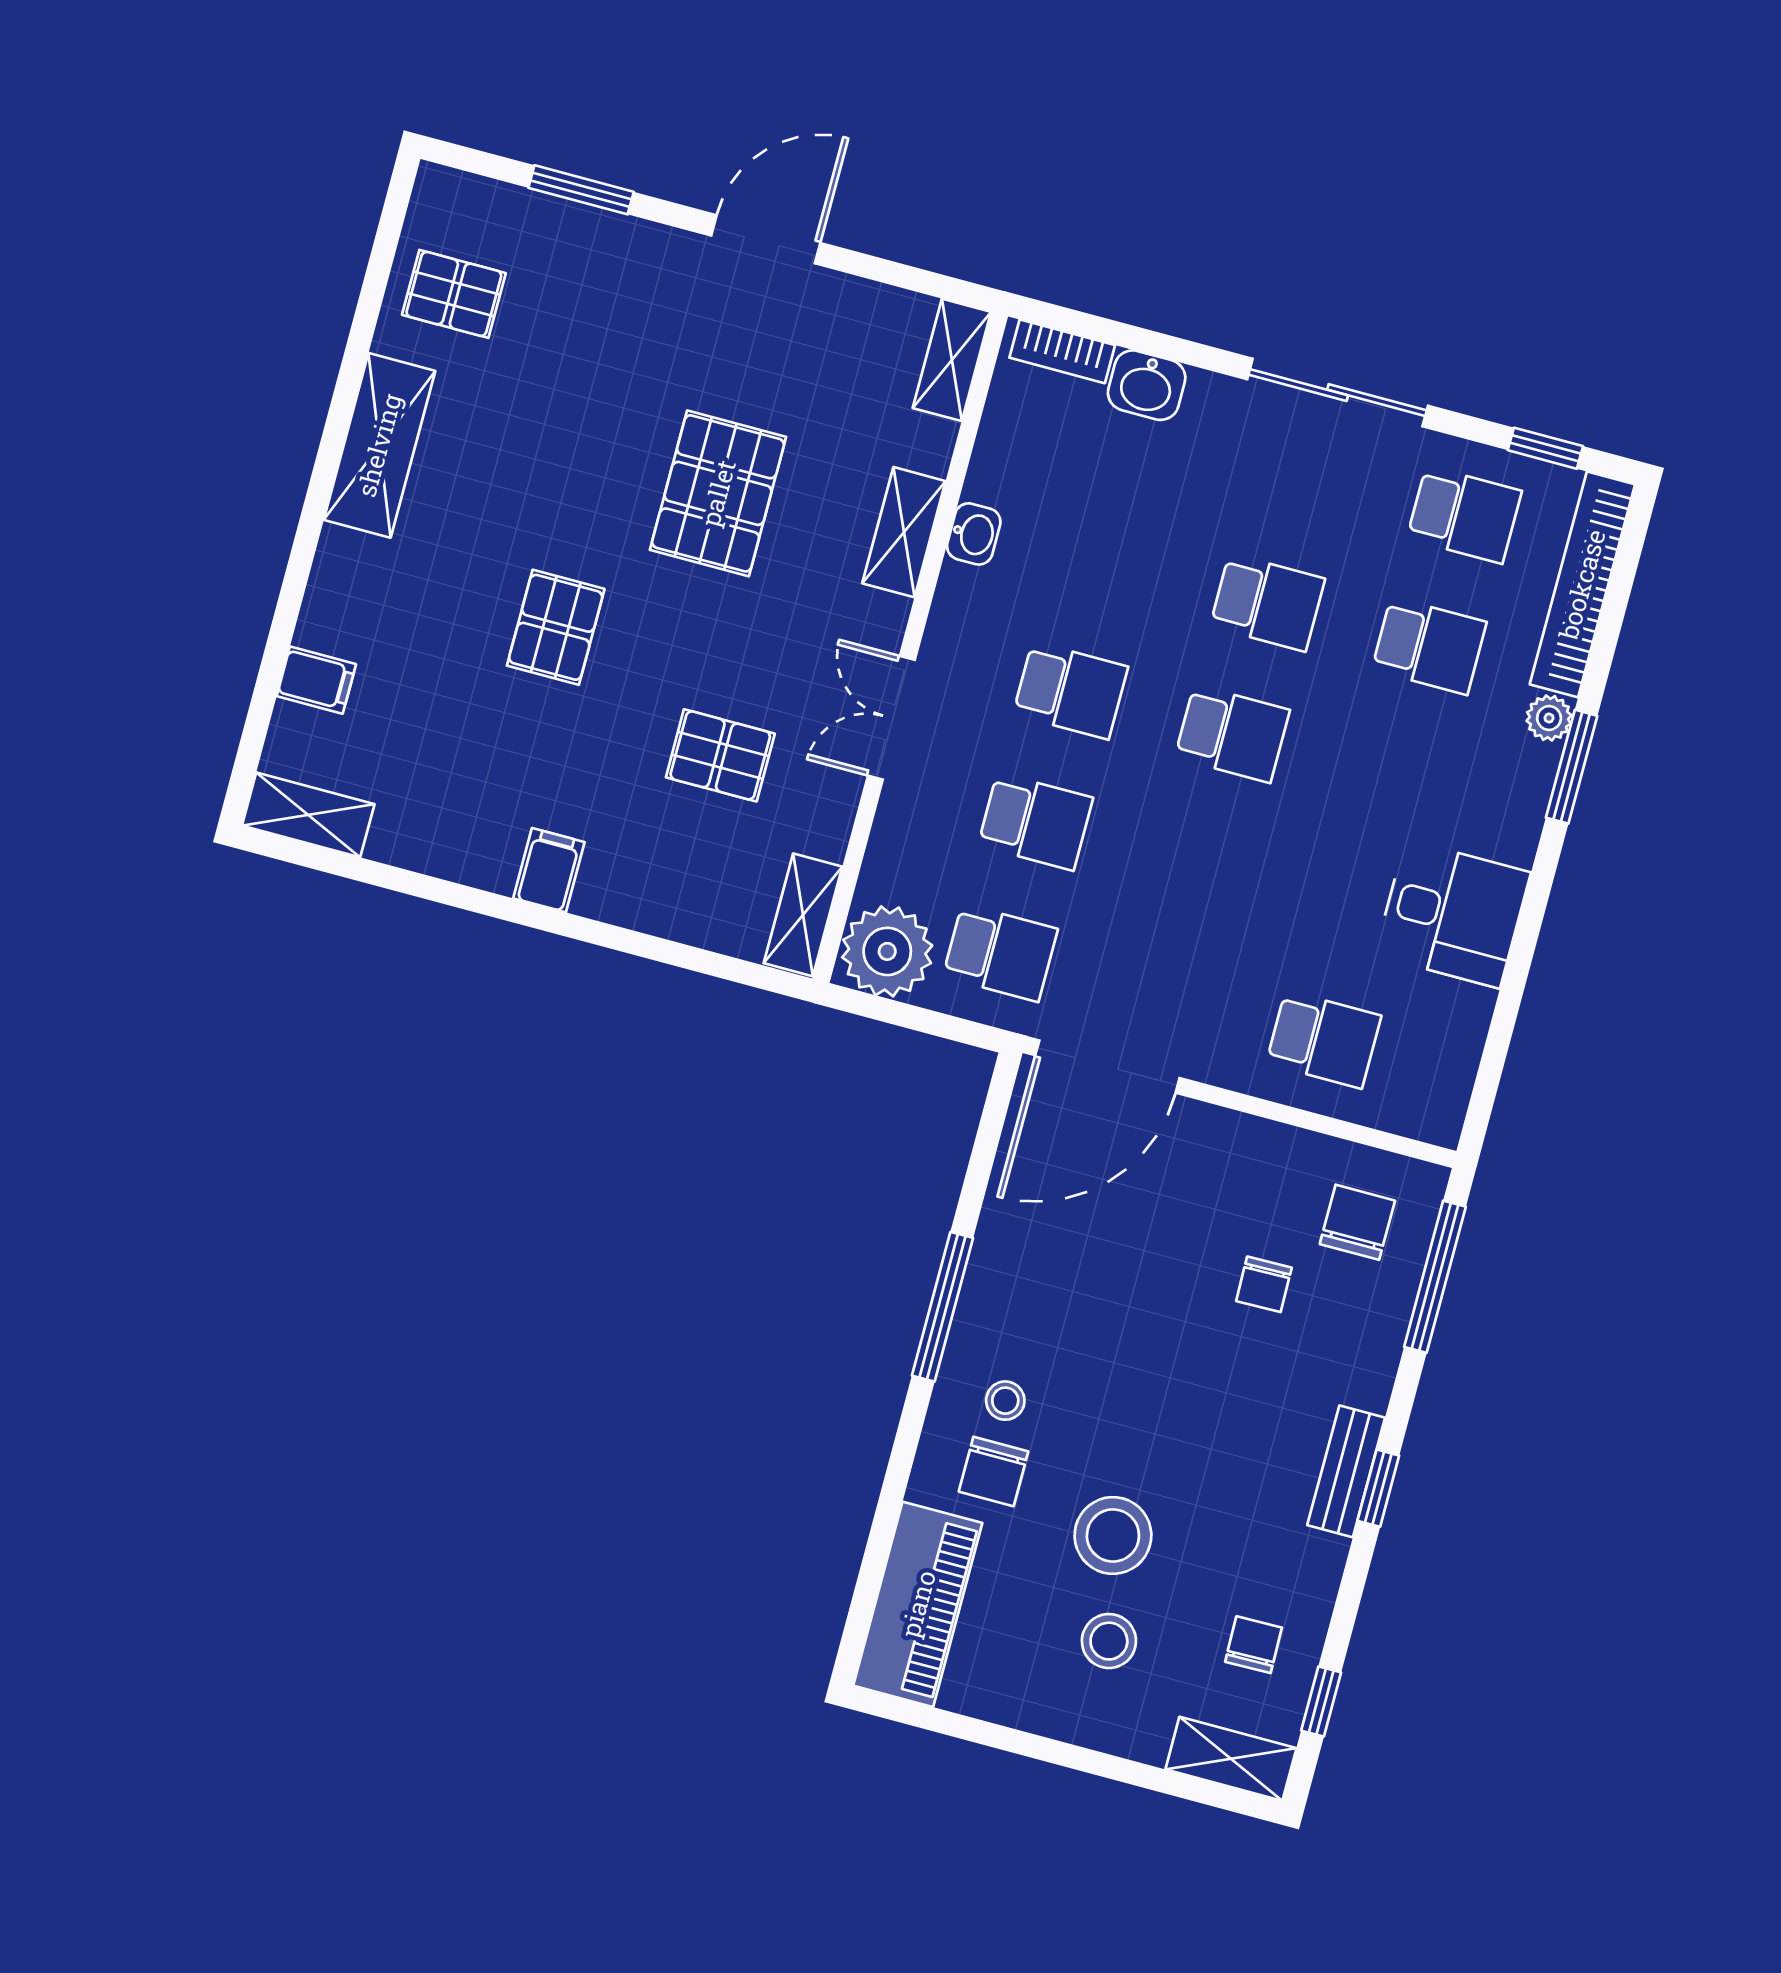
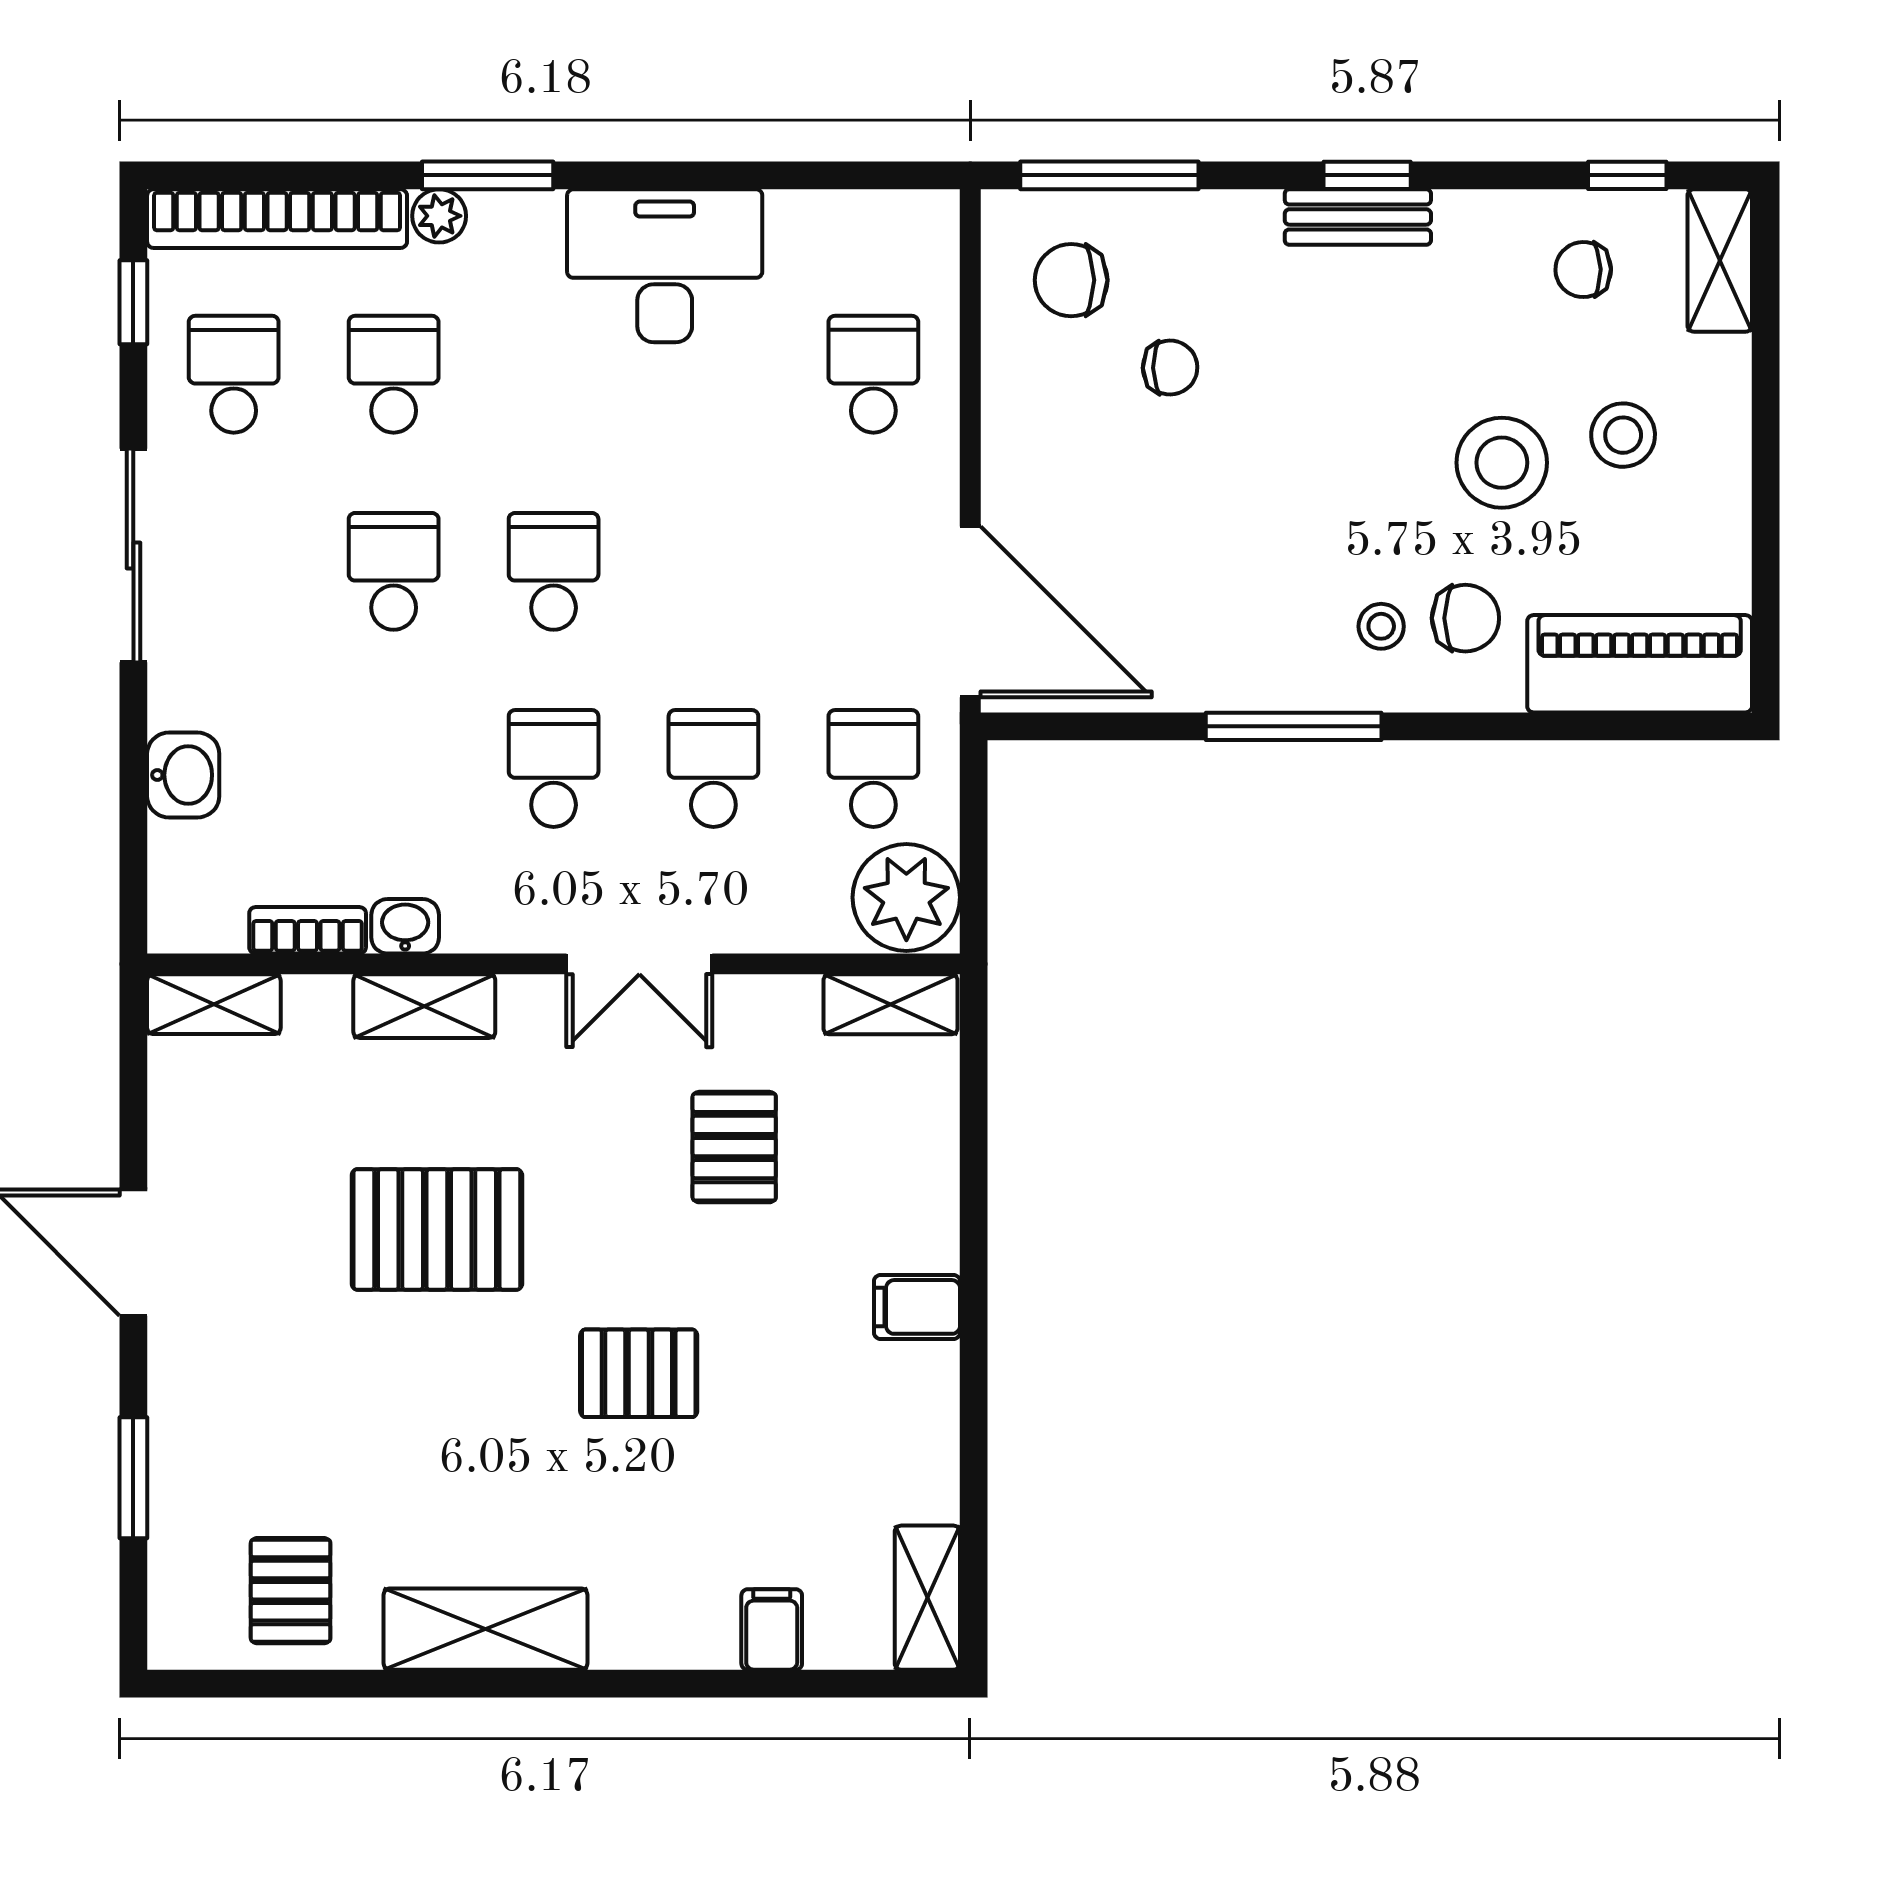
bookcase: (1062, 351) -> (308, 930), moved, turned -90
desk: (1453, 914) -> (665, 266), width x1.37

